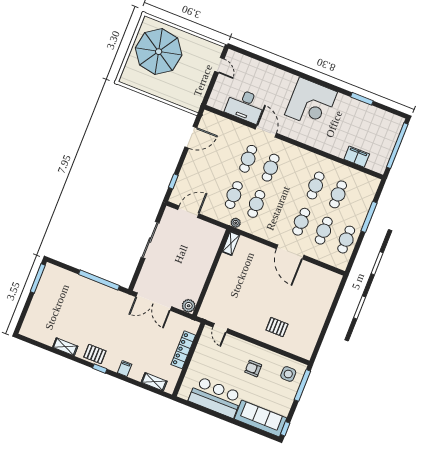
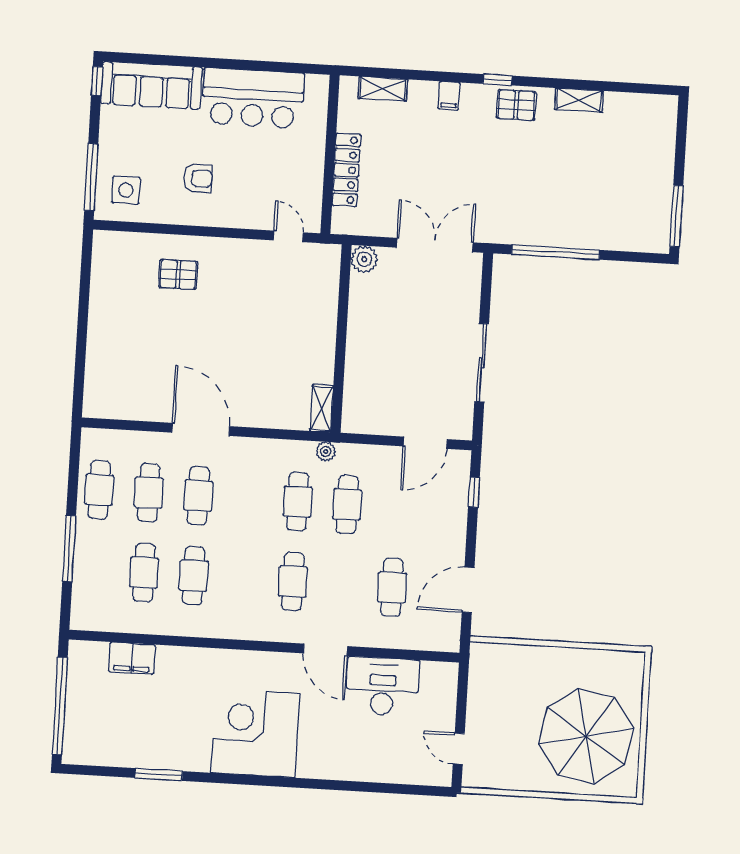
cafe table: (248, 159) -> (392, 587), moved

